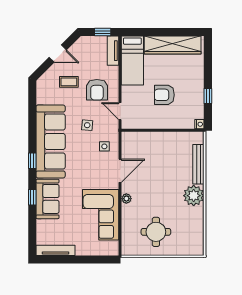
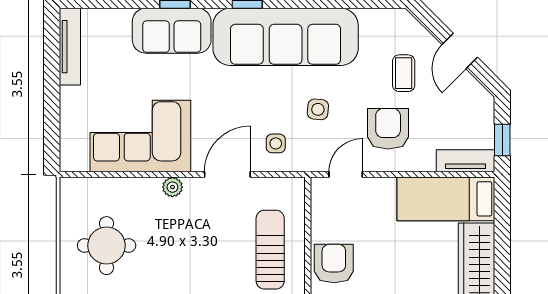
armchair: (97, 90) -> (388, 129), turned 90
armchair: (164, 95) -> (334, 264), moved
sun lounger: (158, 149) -> (270, 250), added
door: (120, 171) -> (227, 174), swing flipped

